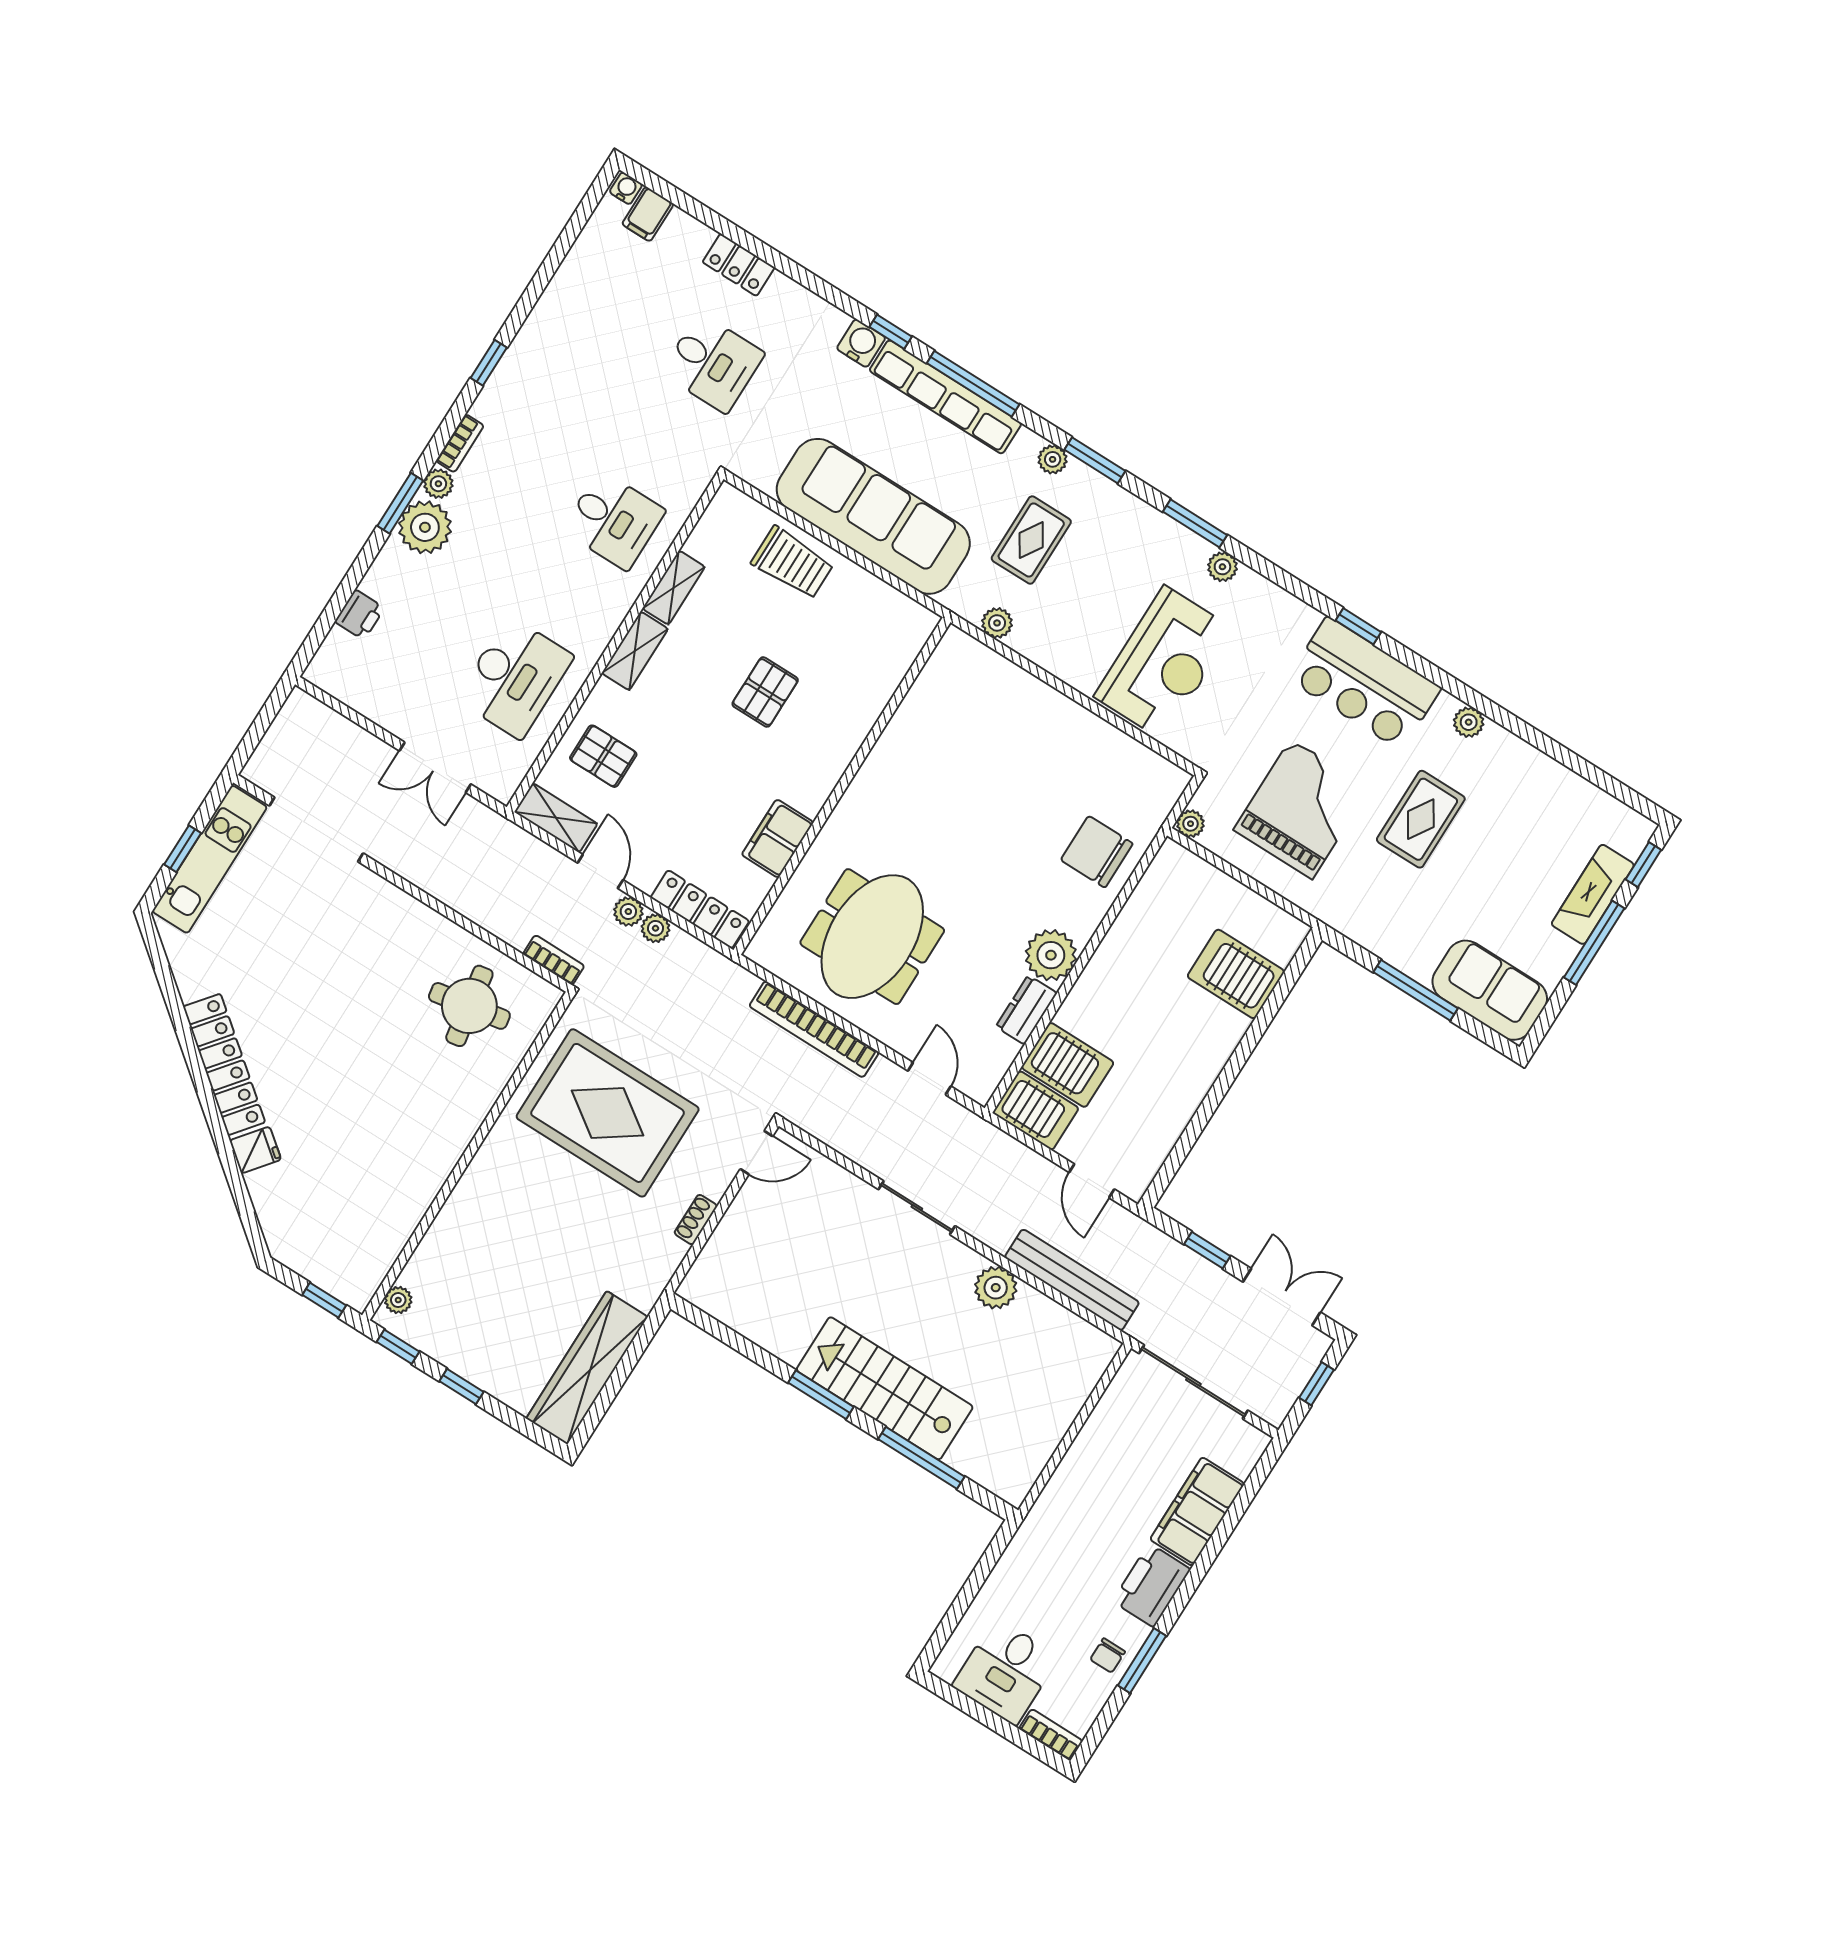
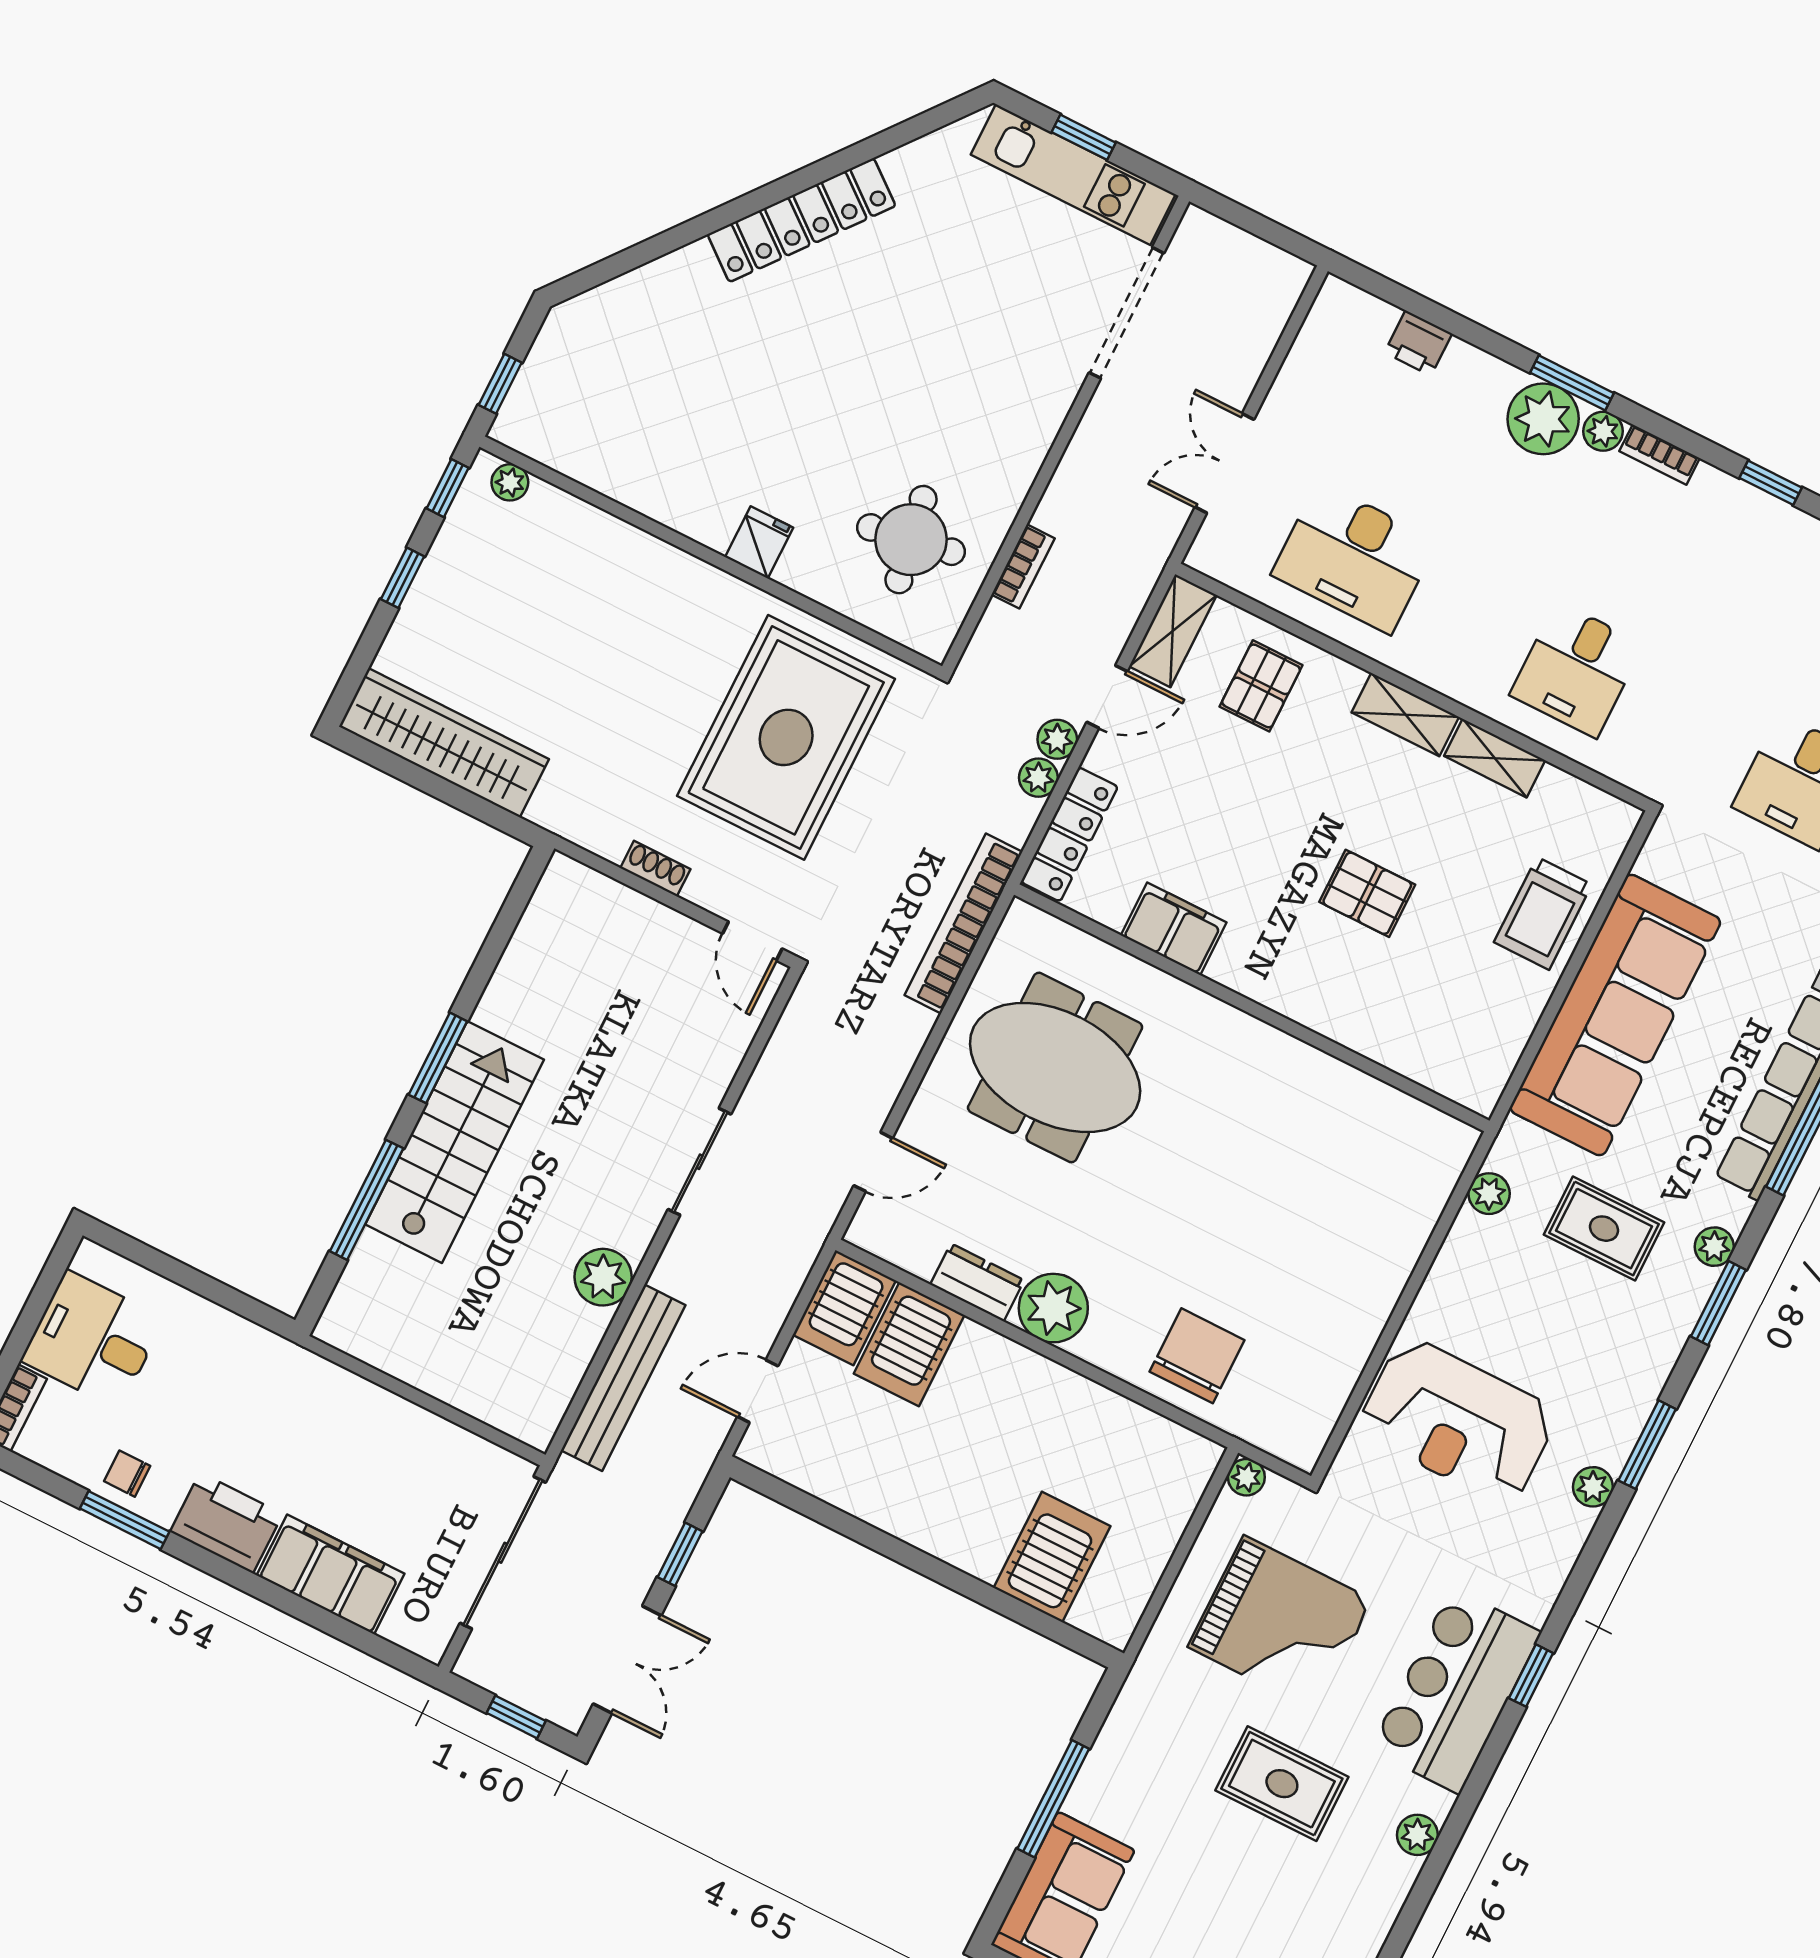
bookcase: (554, 960) -> (1023, 566), moved
bookcase: (814, 1029) -> (964, 923), moved
fridge: (255, 1150) -> (759, 542), moved, turned -129

